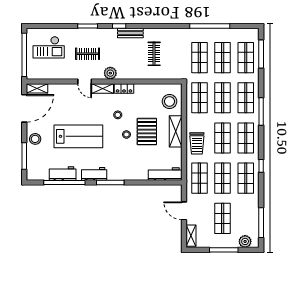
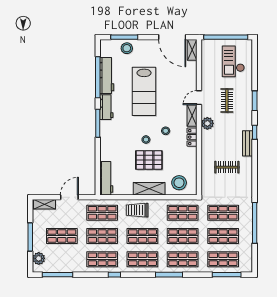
stool: (35, 139) -> (127, 48), moved
workbench: (63, 174) -> (107, 76), width x1.38

